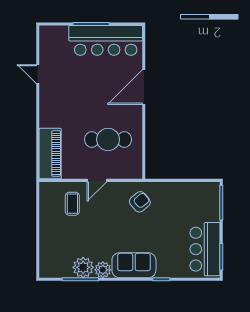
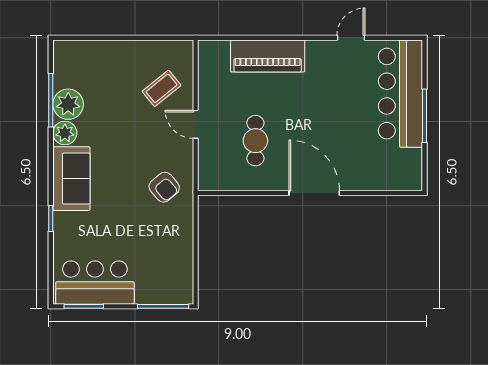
bar counter: (106, 40) -> (400, 94), moved
door: (144, 87) -> (314, 193), moved
cafe table: (108, 139) -> (255, 141), width x0.73, depth x0.74
piano: (50, 154) -> (268, 56), moved
coffee table: (72, 204) -> (161, 88), turned -39

